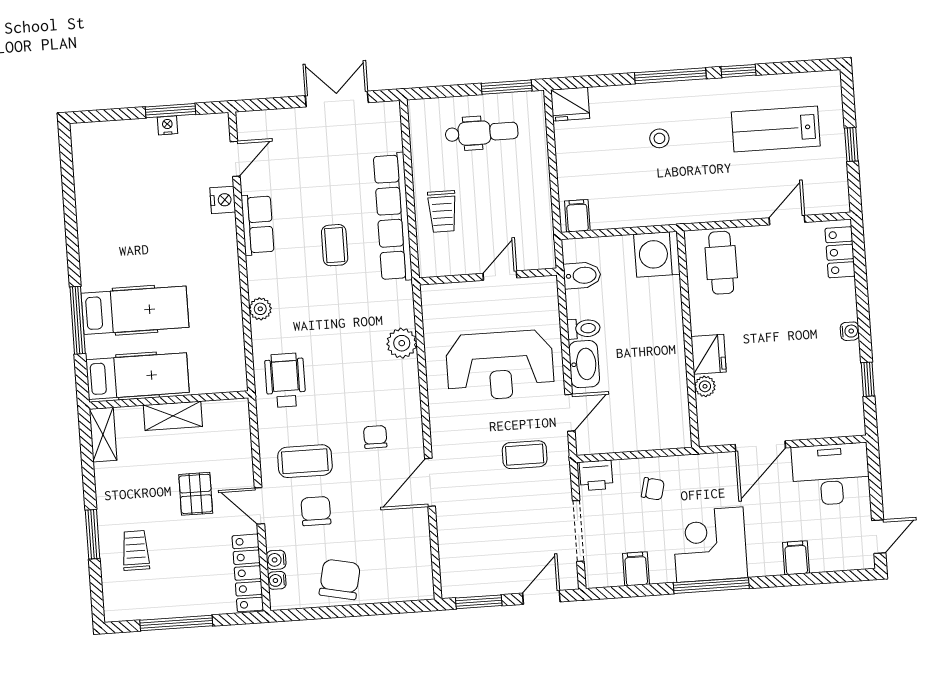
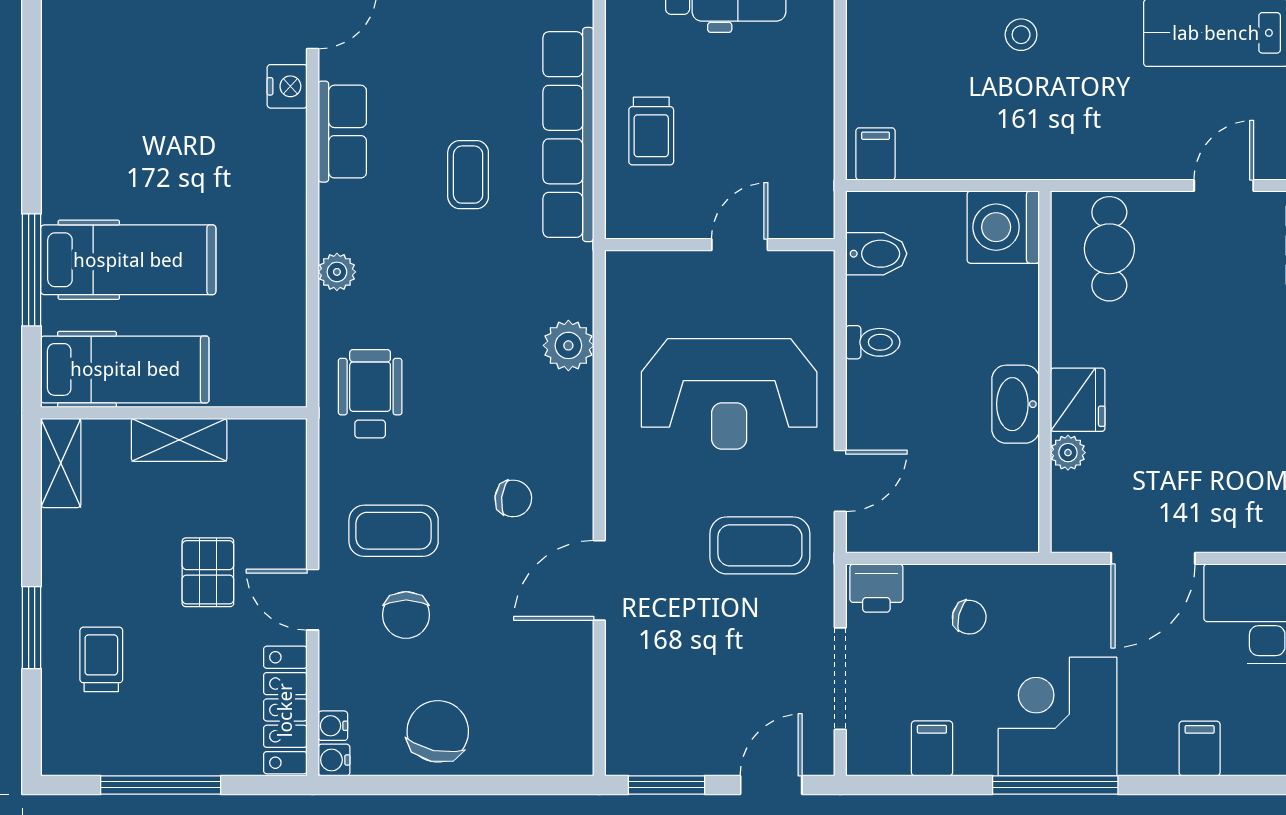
washbasin: (584, 364) -> (1016, 404), moved, turned 180
chair: (375, 437) -> (513, 498), turned 97
coffee table: (525, 455) -> (760, 545), width x1.36, depth x1.30
chair: (316, 511) -> (406, 615), turned 180
water cooler: (276, 560) -> (334, 760), moved

